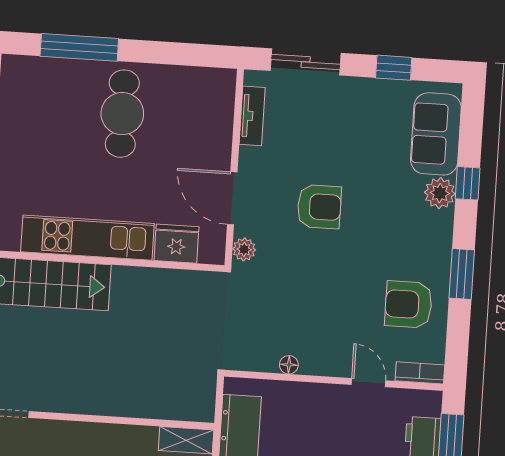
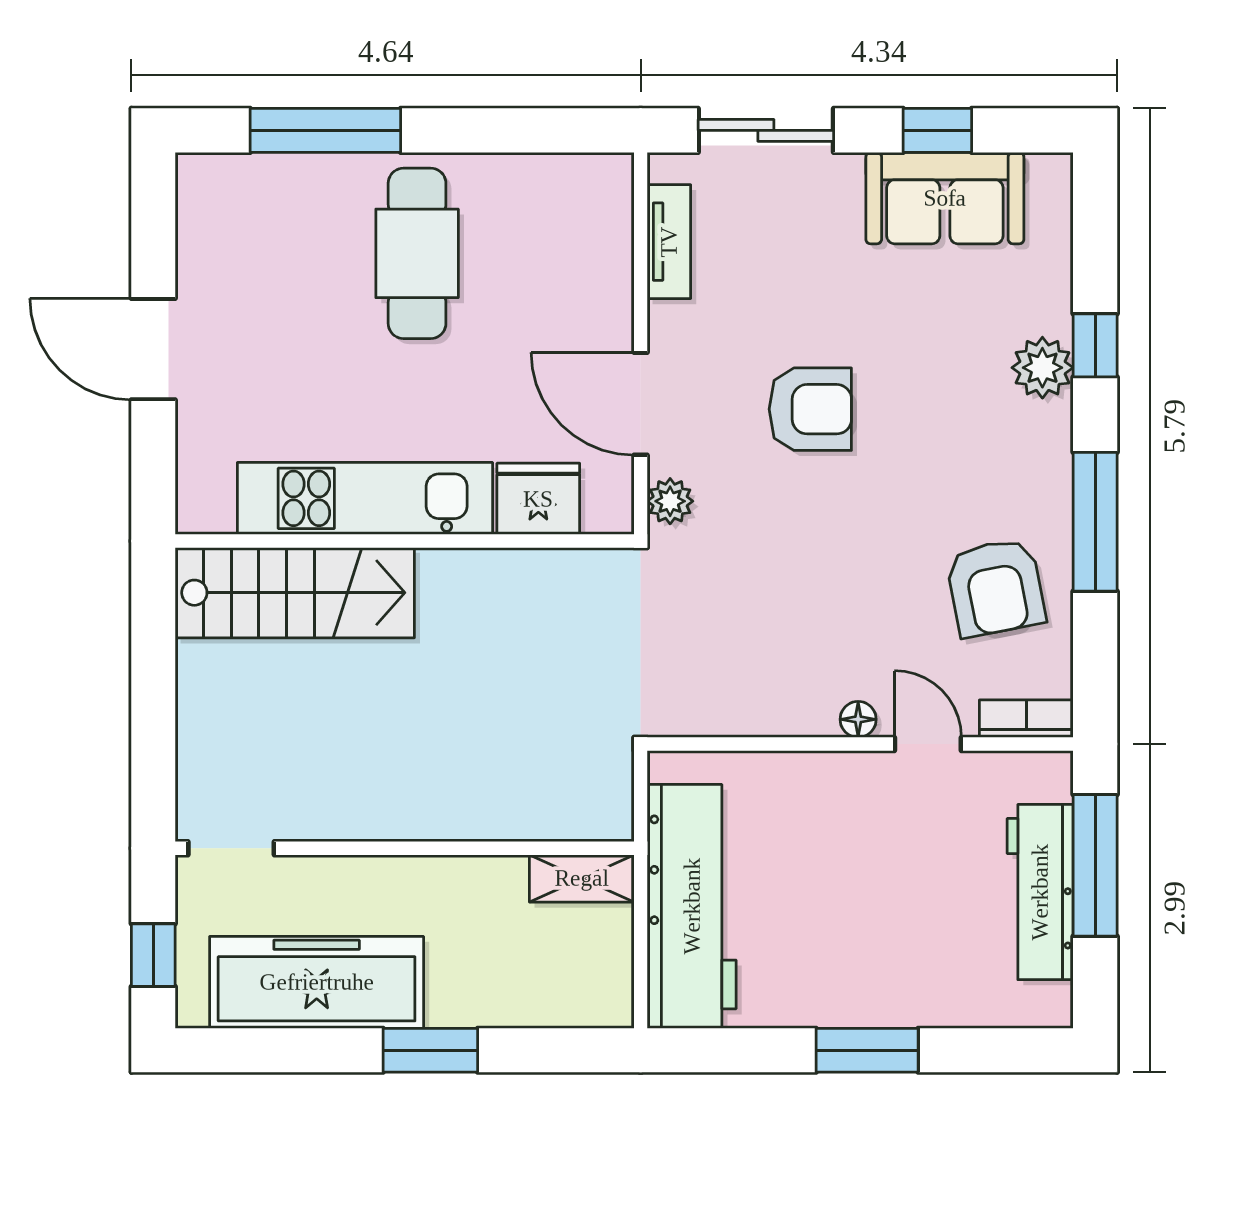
sofa: (436, 134) -> (945, 198), moved, turned -90
window: (462, 274) -> (1095, 522), width x1.44
armchair: (408, 304) -> (996, 587), turned -101
floor lamp: (289, 365) -> (858, 719), moved

